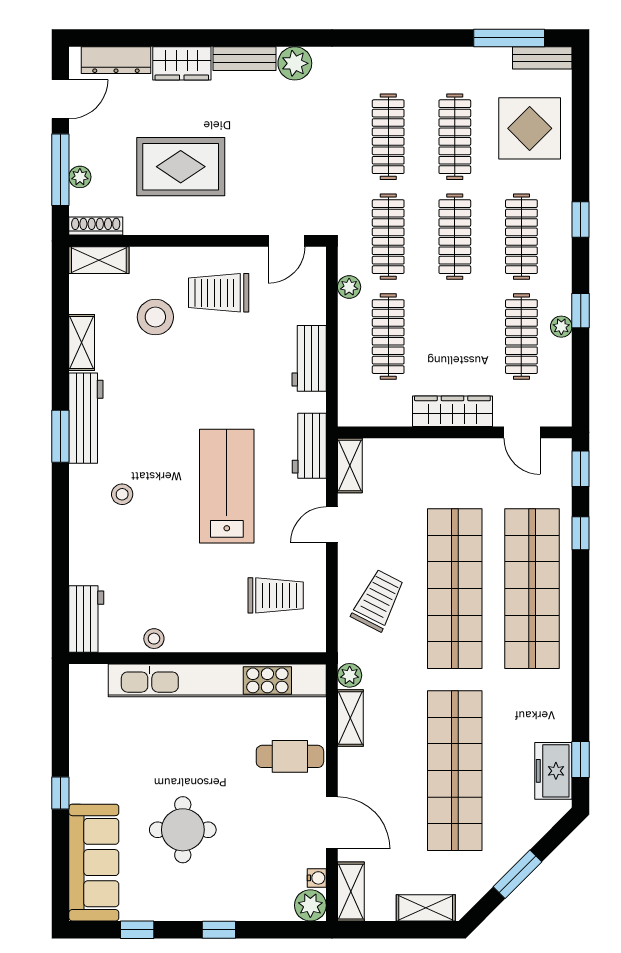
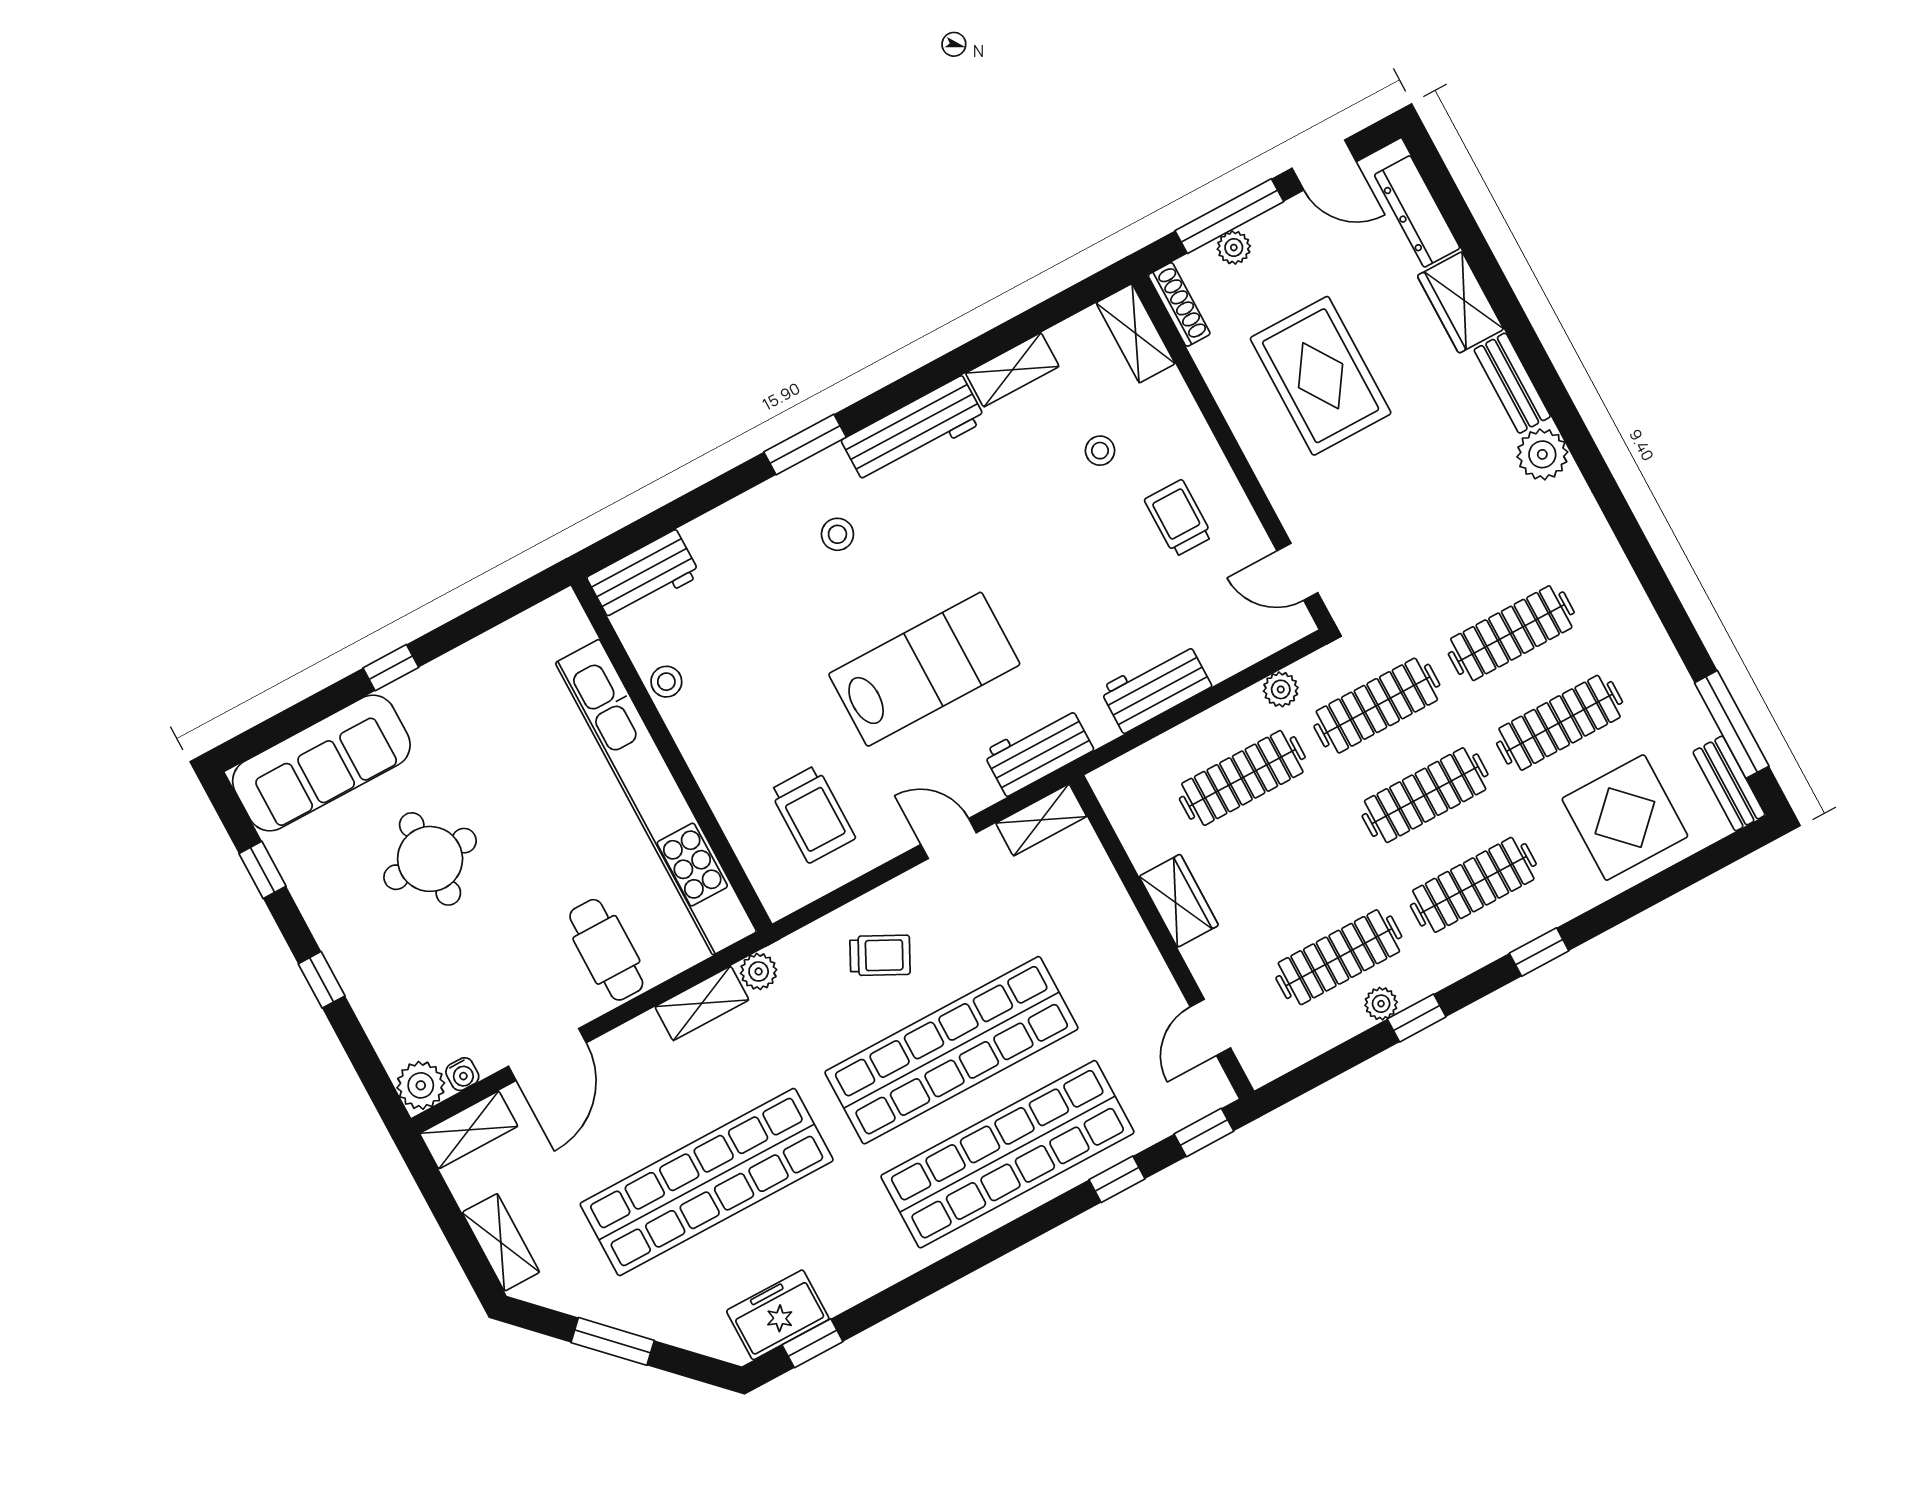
trolley: (219, 293) -> (1178, 518), width x0.73, depth x0.72
stool: (155, 317) -> (1100, 451), width x0.53, depth x0.53
wardrobe: (452, 411) -> (1179, 901), width x0.67
window: (60, 436) -> (805, 445), moved
trolley: (378, 600) -> (880, 955), width x0.73, depth x0.72

